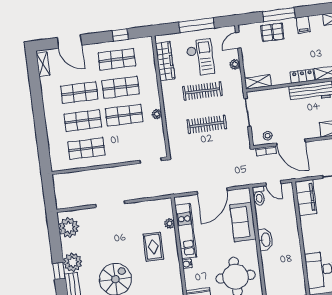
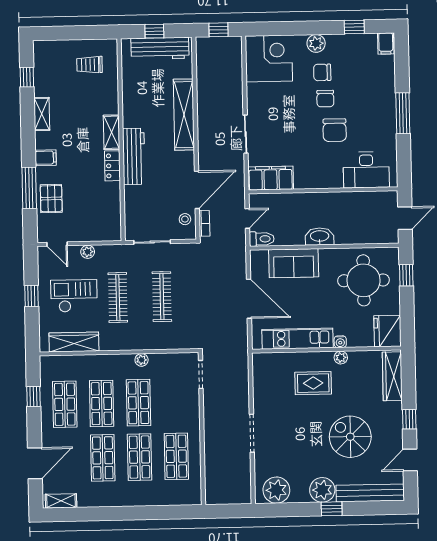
window: (197, 25) -> (31, 296), width x0.46
shelving: (258, 82) -> (114, 224), removed
plant: (170, 224) -> (341, 358), moved

